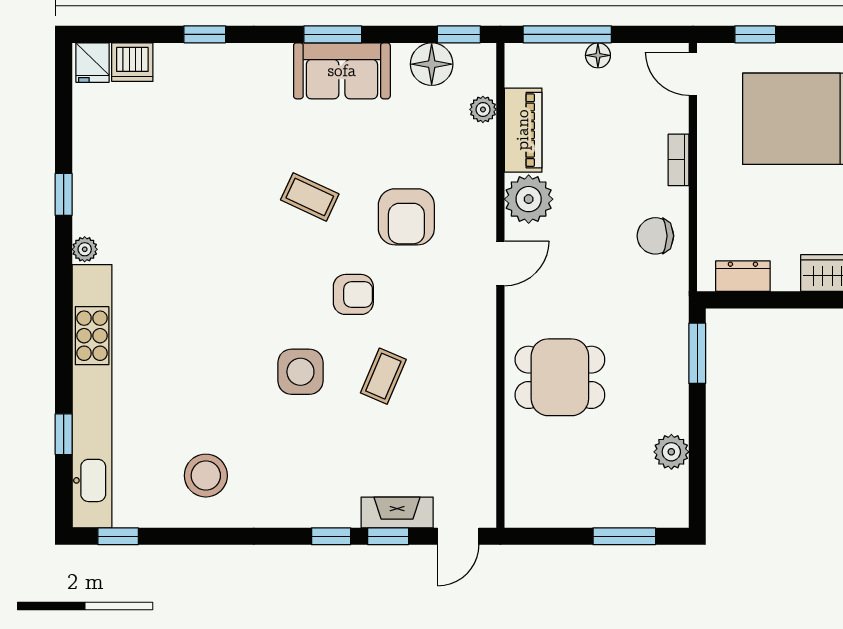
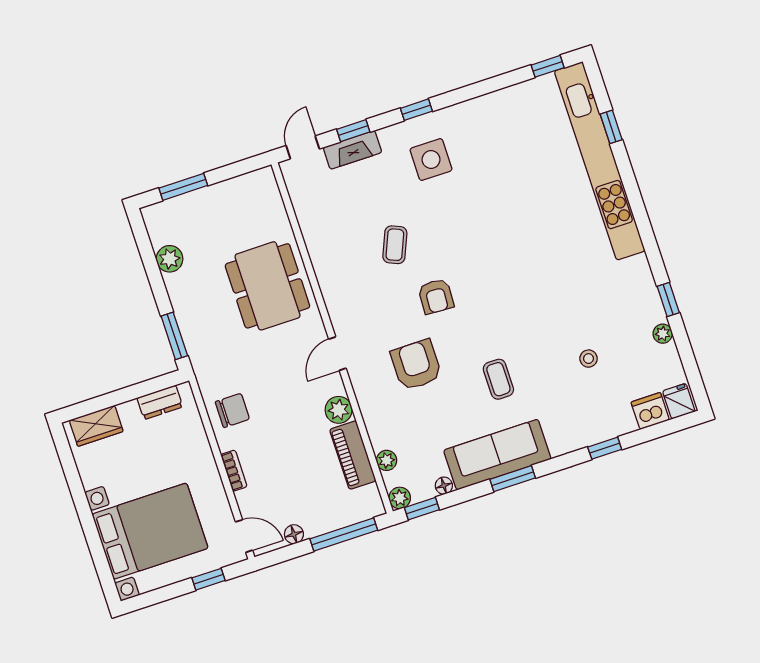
floor lamp: (598, 55) -> (294, 534), moved
plant: (482, 57) -> (400, 498), added
floor lamp: (432, 64) -> (444, 486), width x0.53, depth x0.53
sofa: (342, 71) -> (497, 455), width x1.36
coffee table: (310, 197) -> (498, 379), moved, turned 65
plant: (529, 199) -> (339, 410), width x0.73, depth x0.73
plant: (85, 249) -> (663, 334), moved
armchair: (353, 294) -> (436, 296), turned -87
side table: (300, 372) -> (431, 160), moved
dining table: (560, 377) -> (267, 286), width x1.38
stool: (206, 476) -> (589, 359), moved, width x0.53, depth x0.53
window: (331, 536) -> (416, 110), moved

